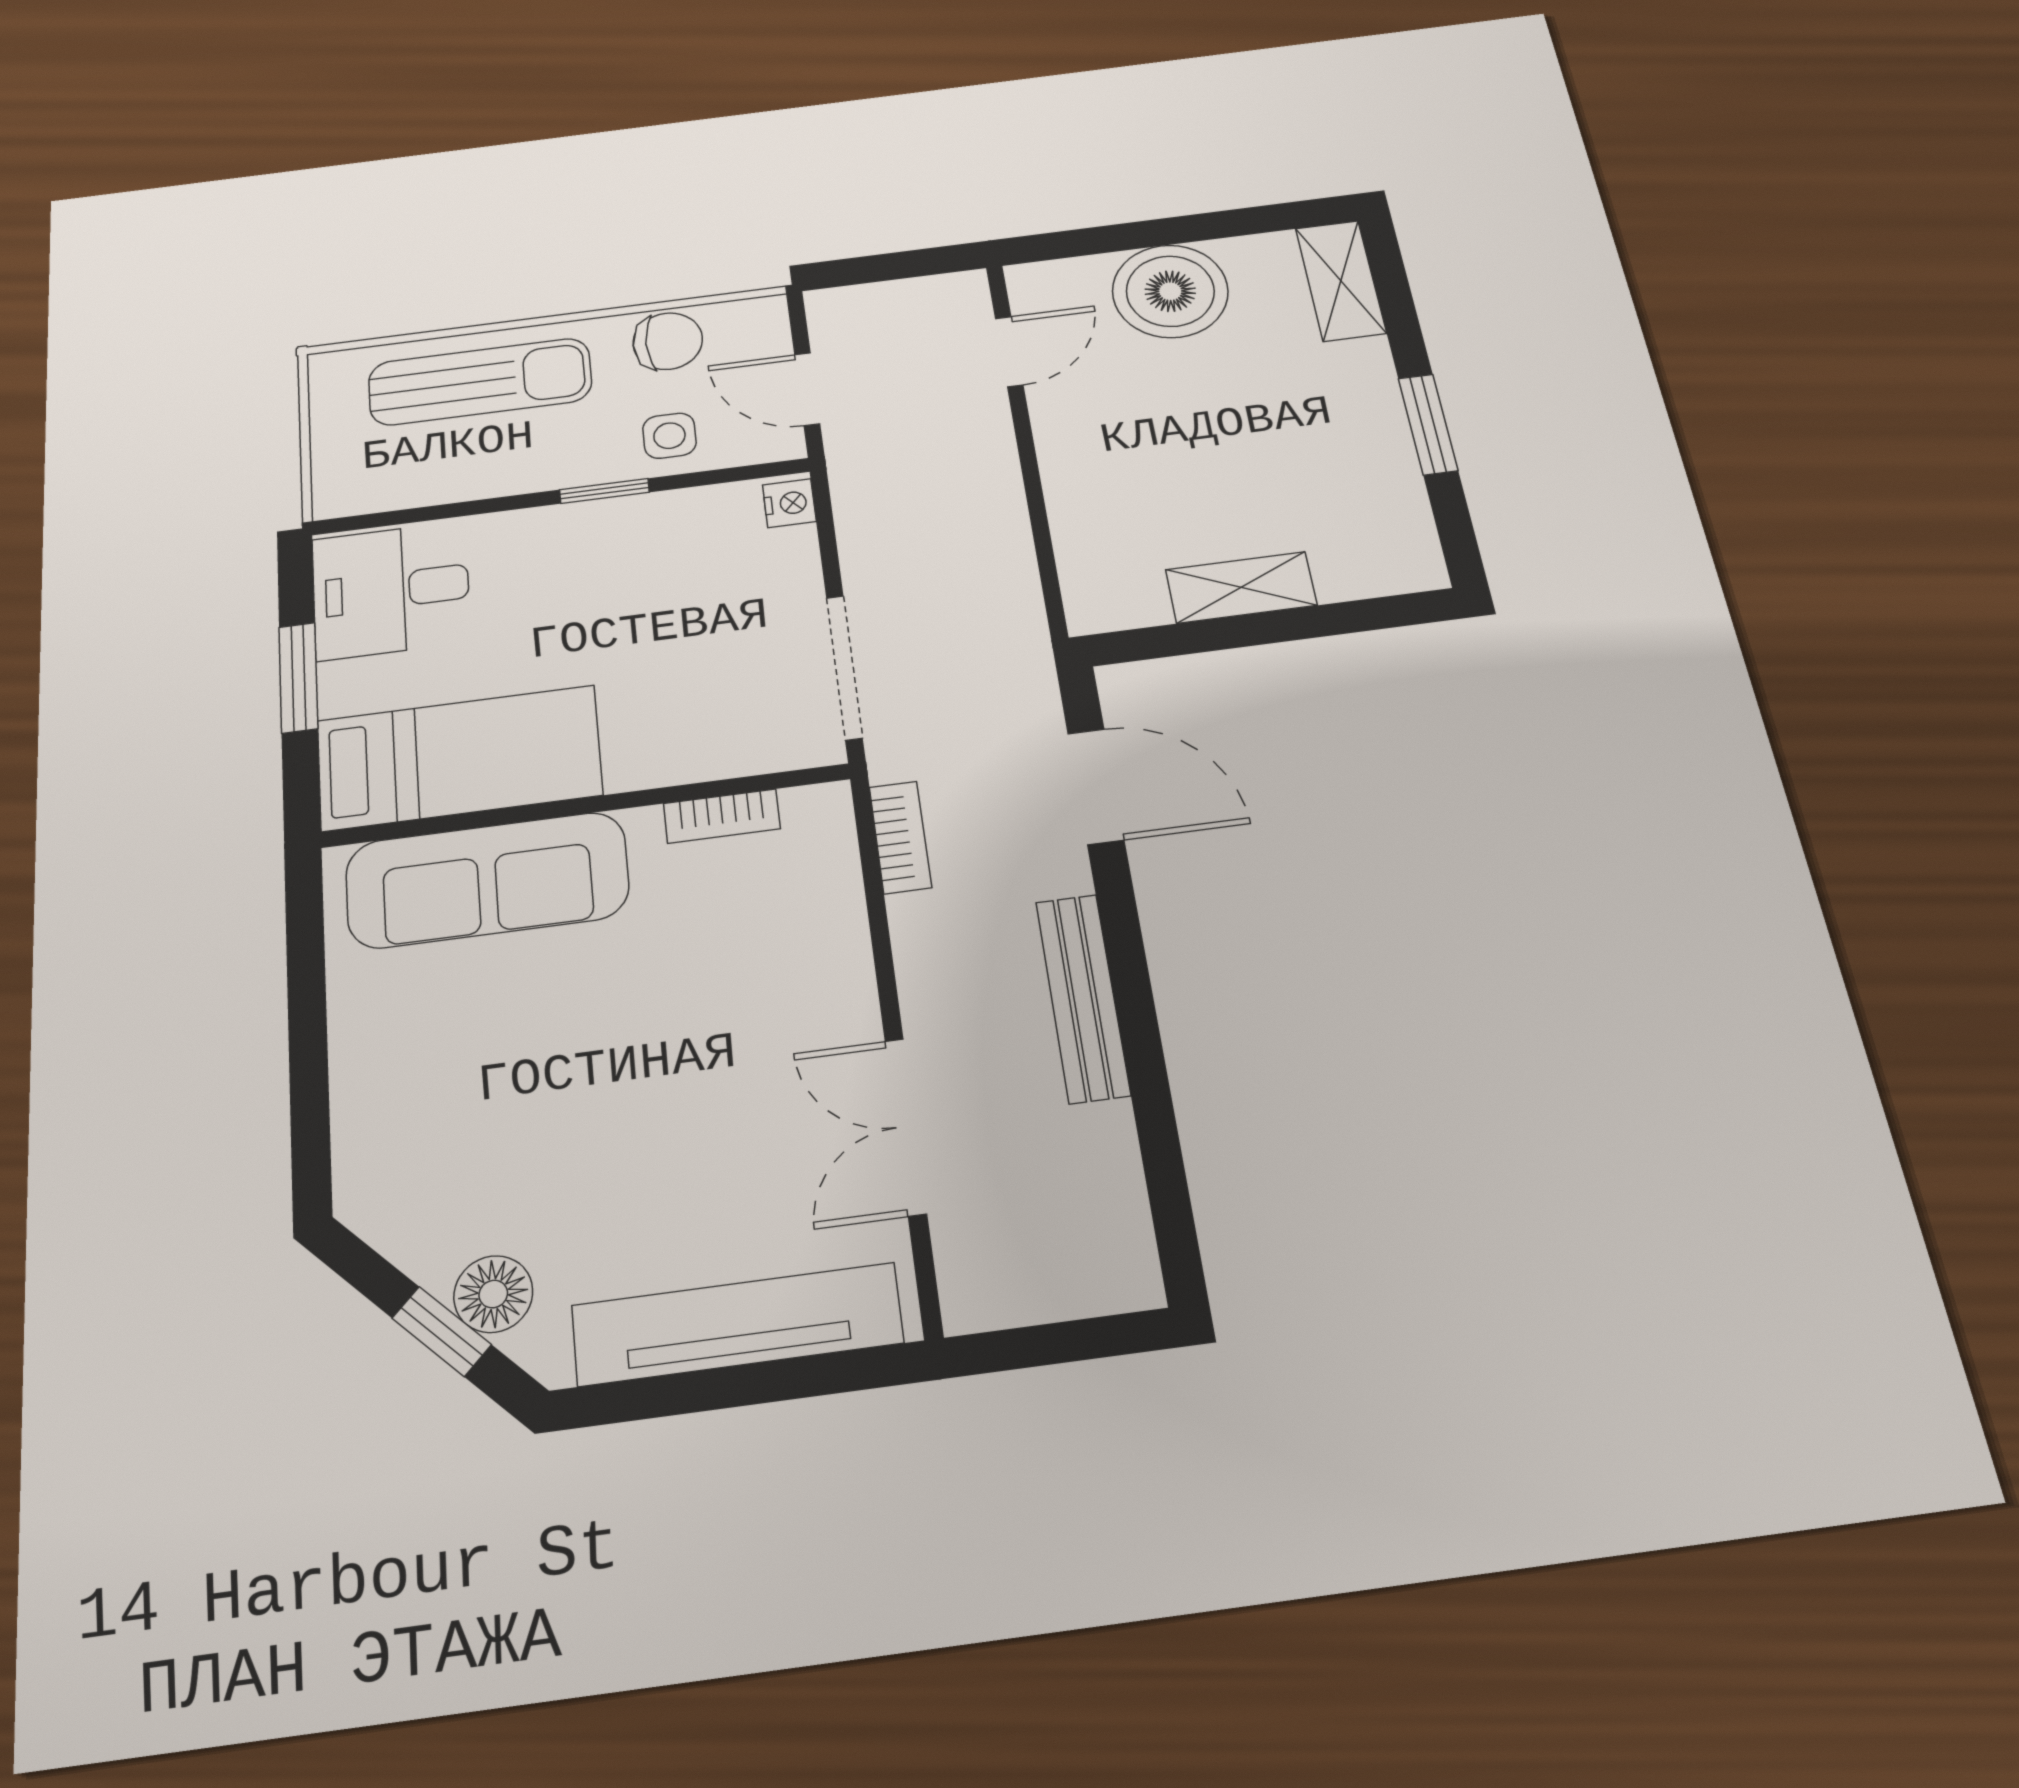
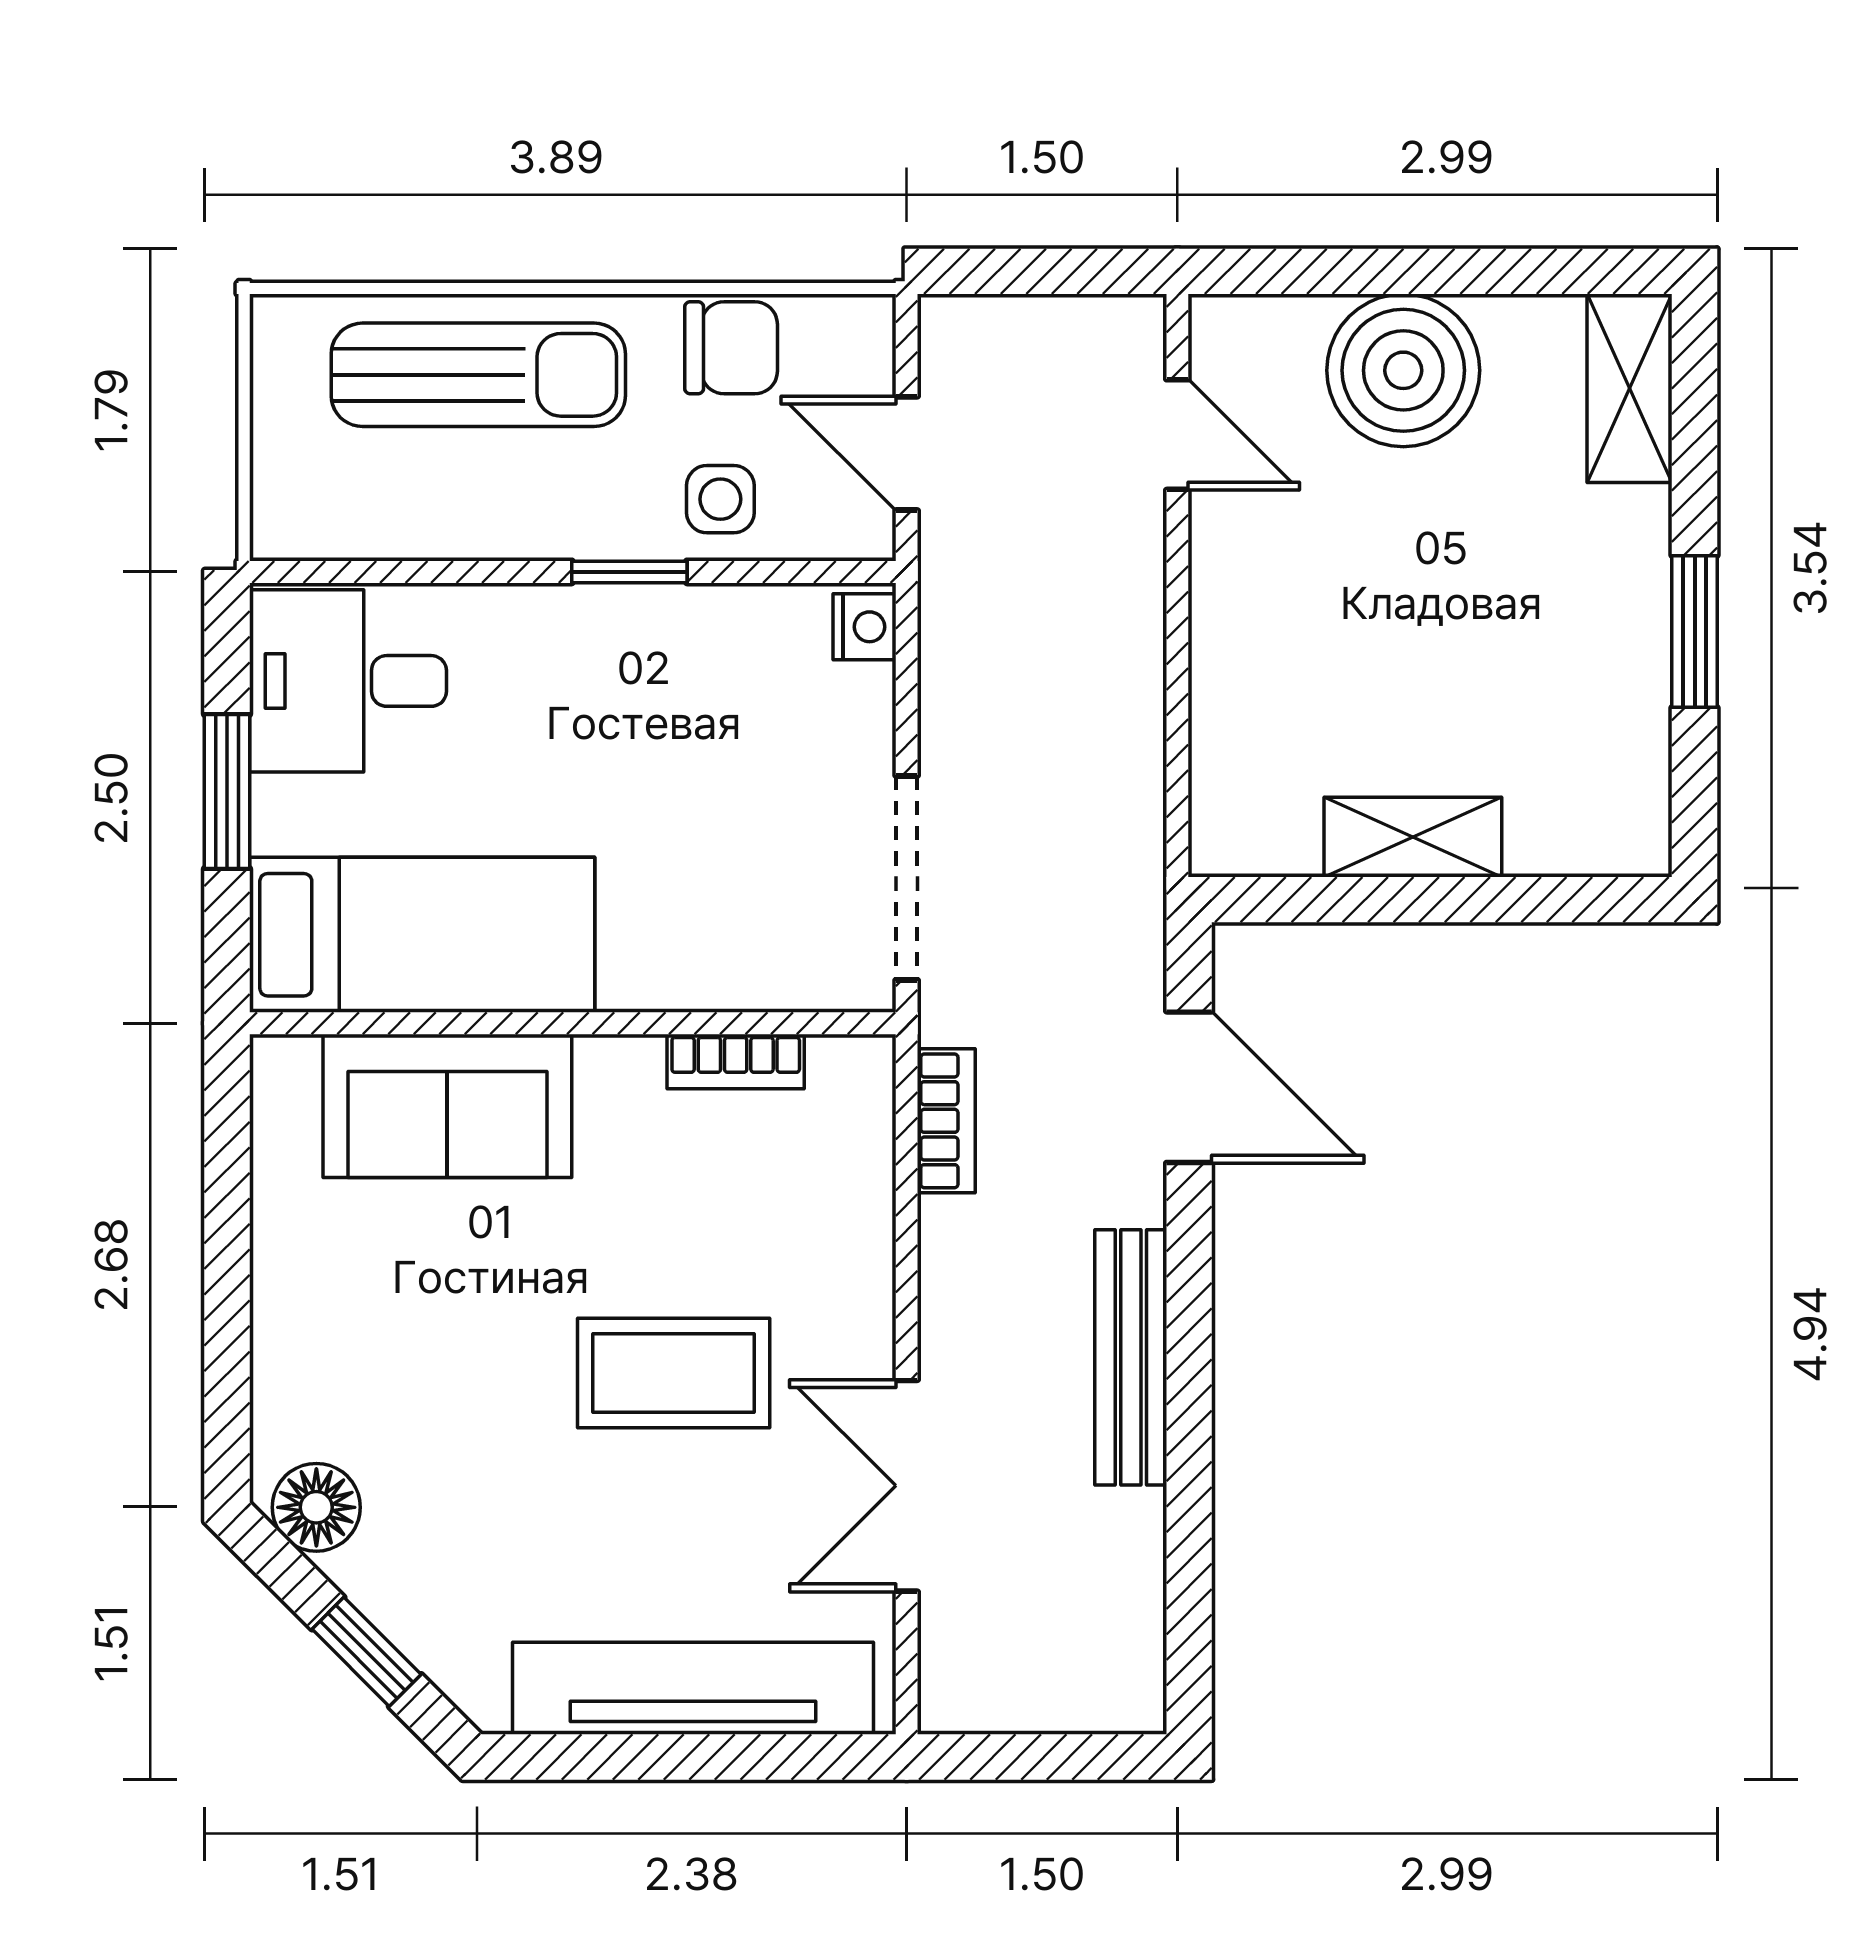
door: (1009, 352) -> (1177, 435), hinge flipped
sofa: (487, 880) -> (447, 1106), width x0.73
coffee table: (694, 1062) -> (674, 1373), added
floor lamp: (493, 1294) -> (316, 1507), moved

